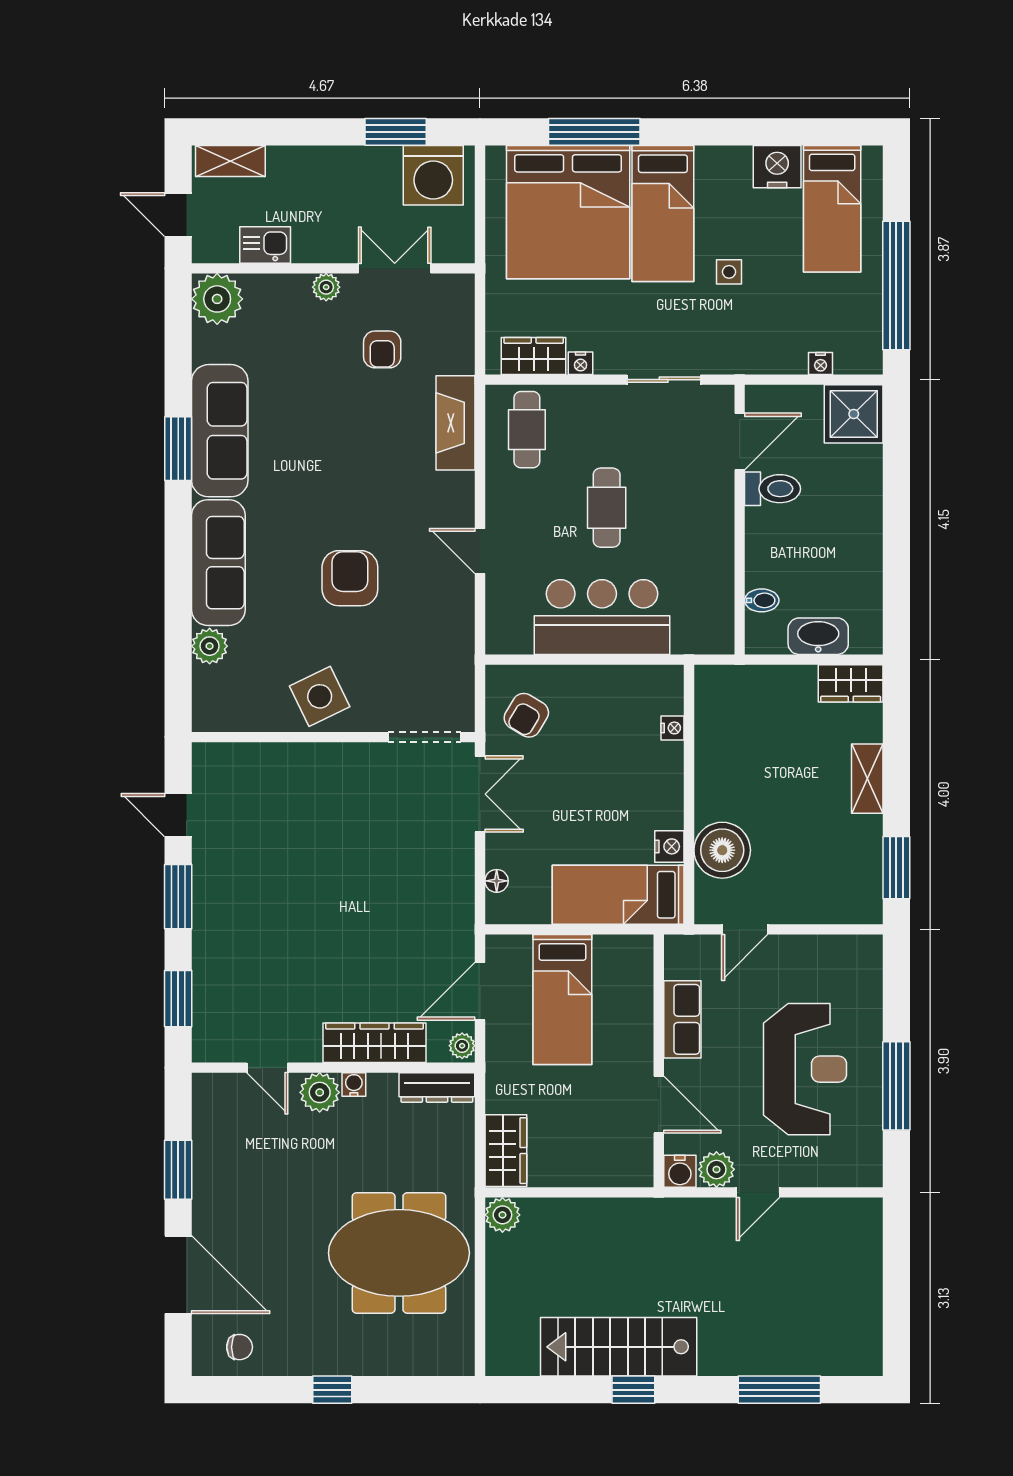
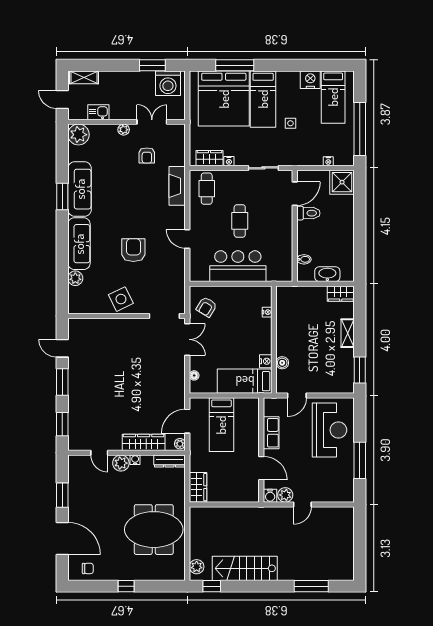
boiler: (722, 850) -> (282, 363), width x0.54, depth x0.54
reception desk: (805, 1069) -> (329, 430), moved
plant: (502, 1215) -> (197, 567), moved
window: (633, 1390) -> (212, 586), moved

